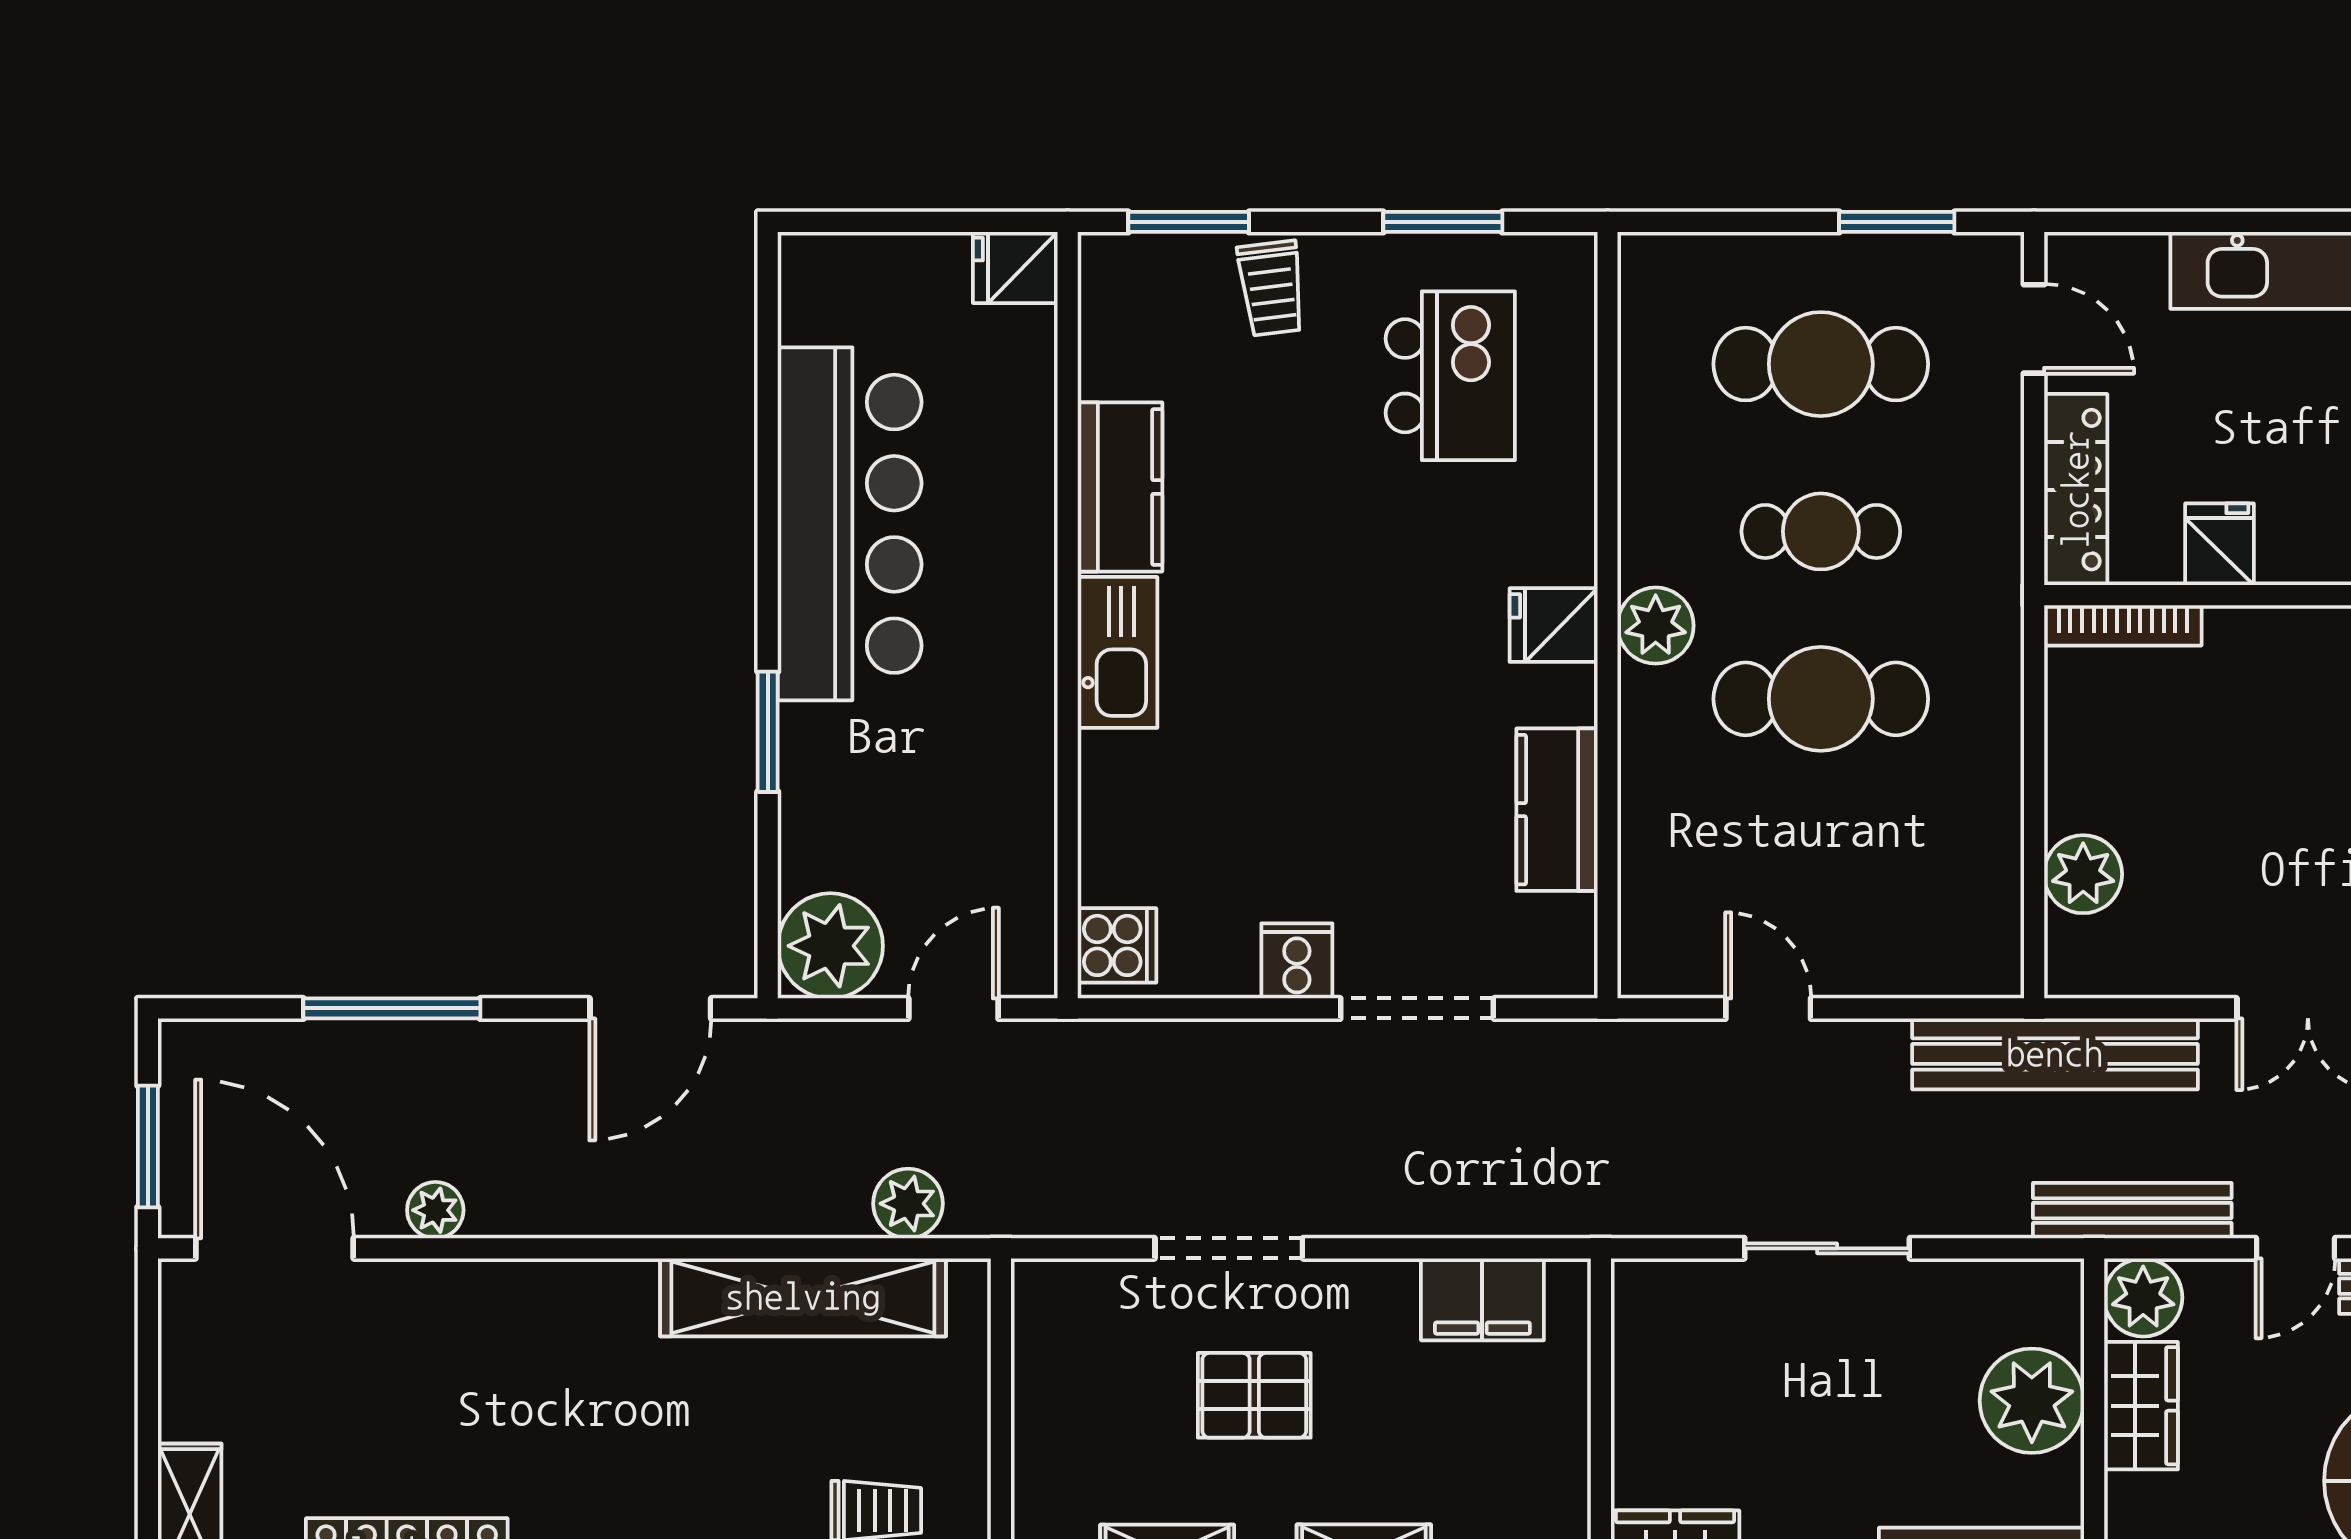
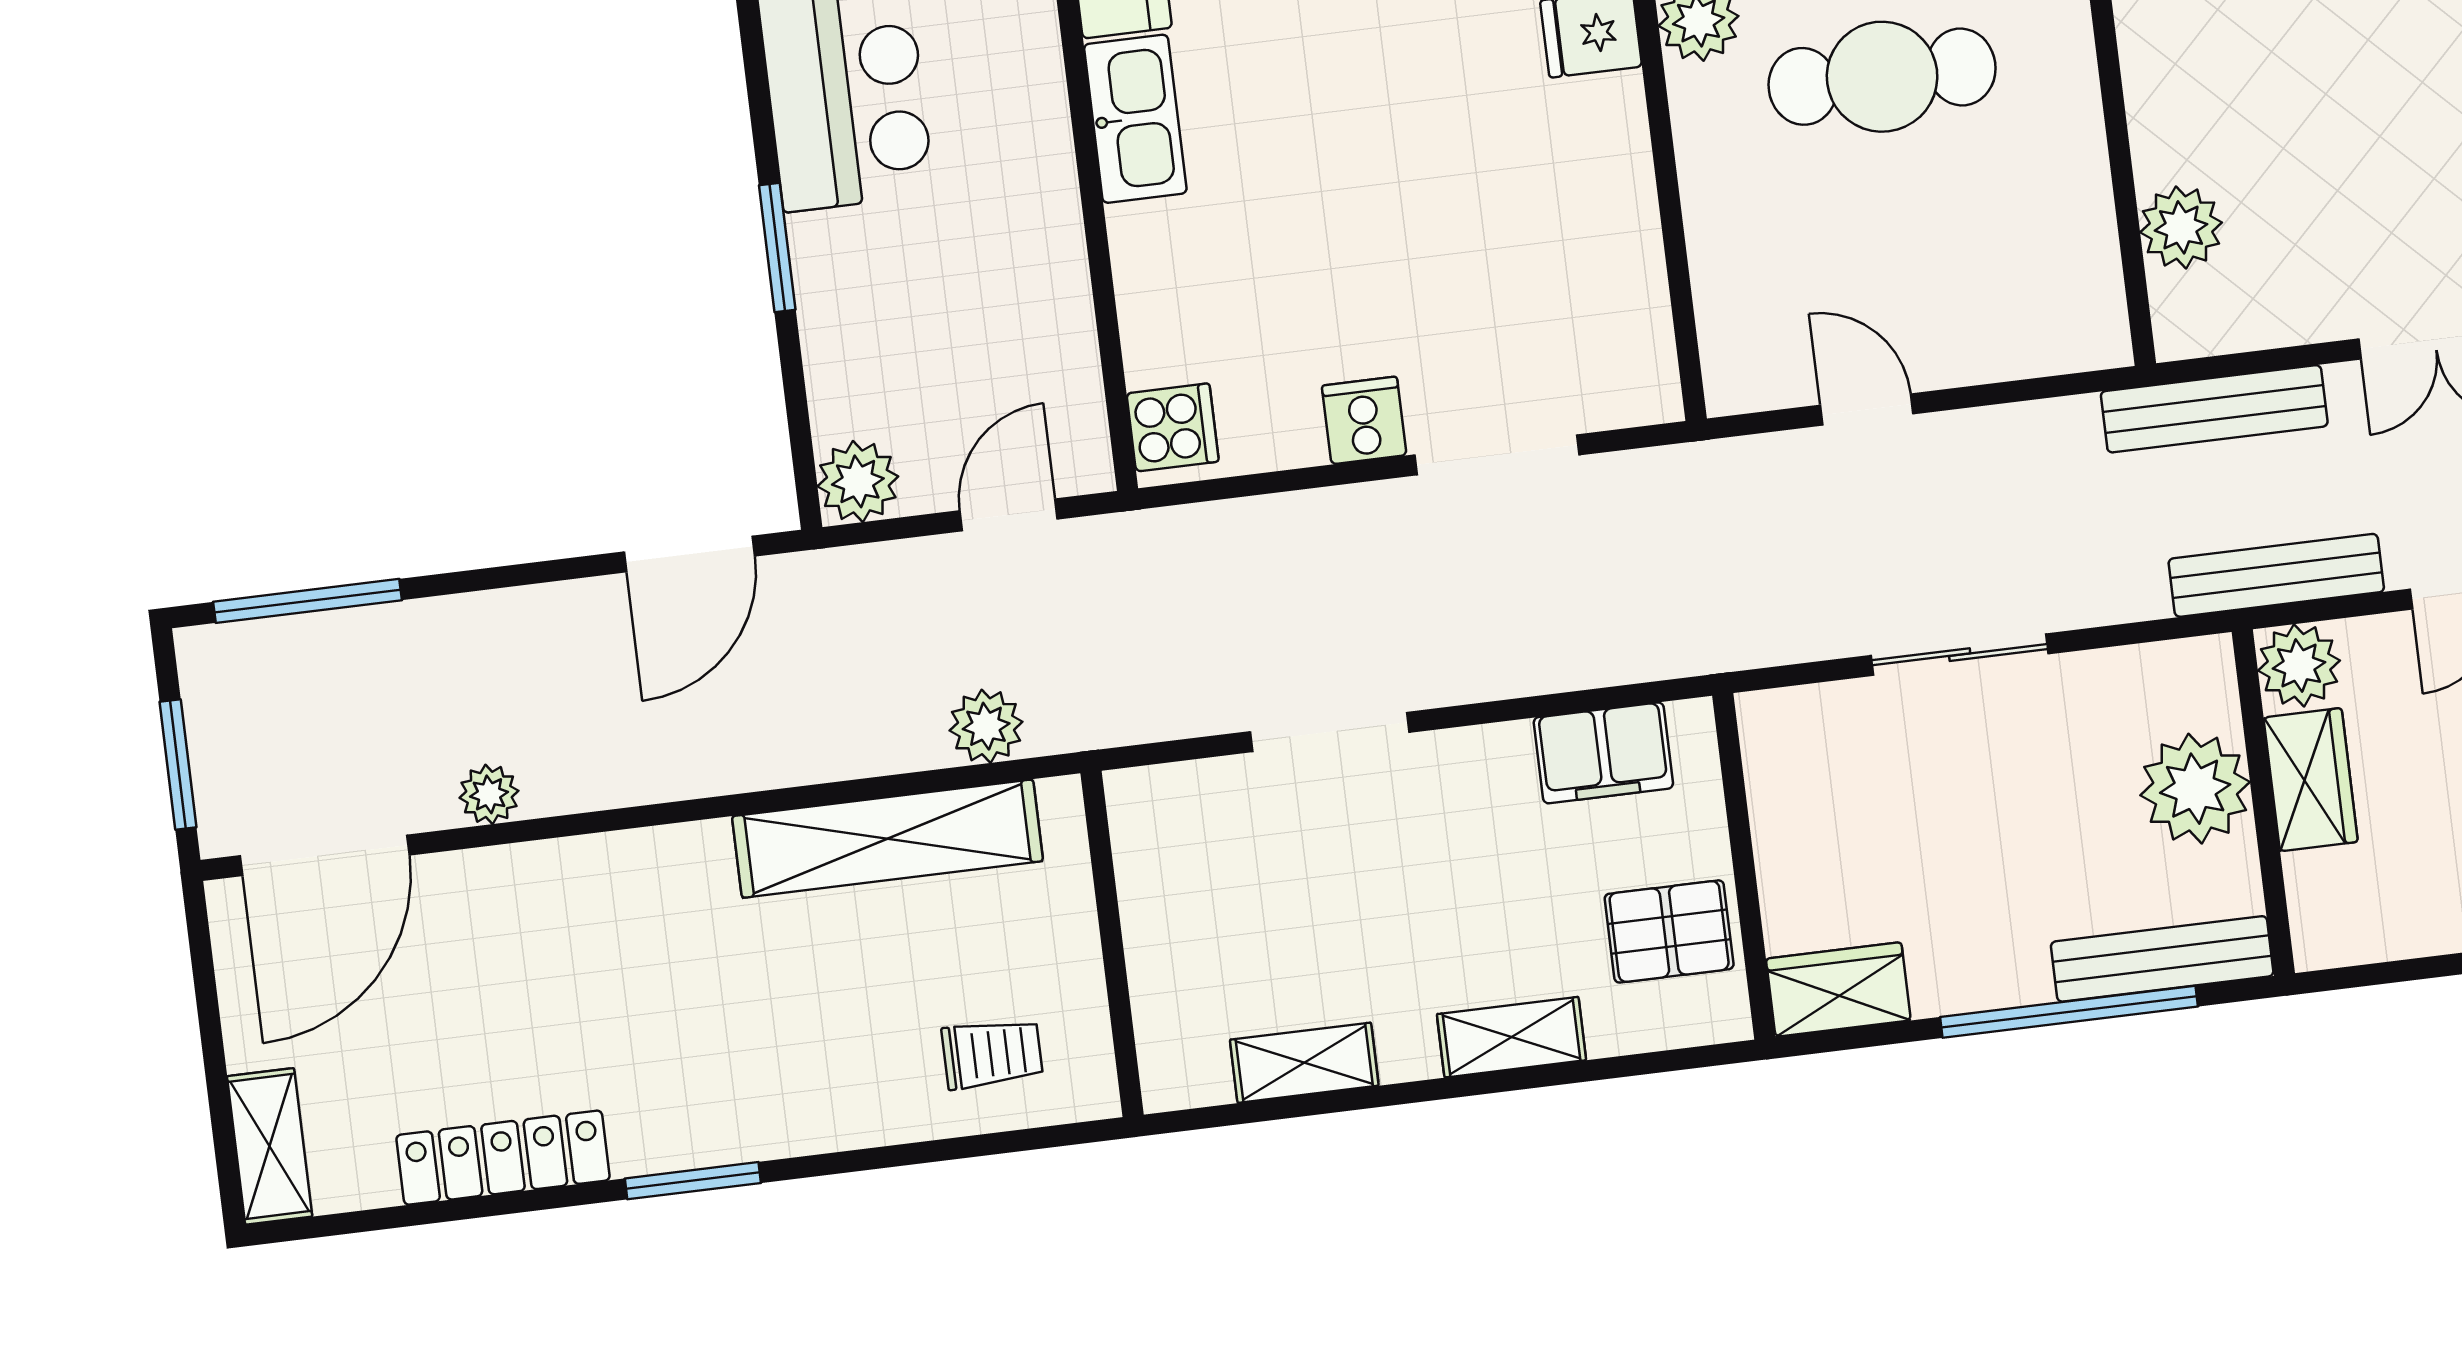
kitchen counter: (1557, 810) -> (1618, 228), removed
plant: (830, 946) -> (858, 481), width x0.73, depth x0.73
window: (392, 1008) -> (307, 601), moved
bench: (2055, 1054) -> (2214, 409), width x0.73, depth x0.82
door: (275, 1248) -> (325, 855), swing flipped
pallet: (1254, 1395) -> (1669, 931), moved

